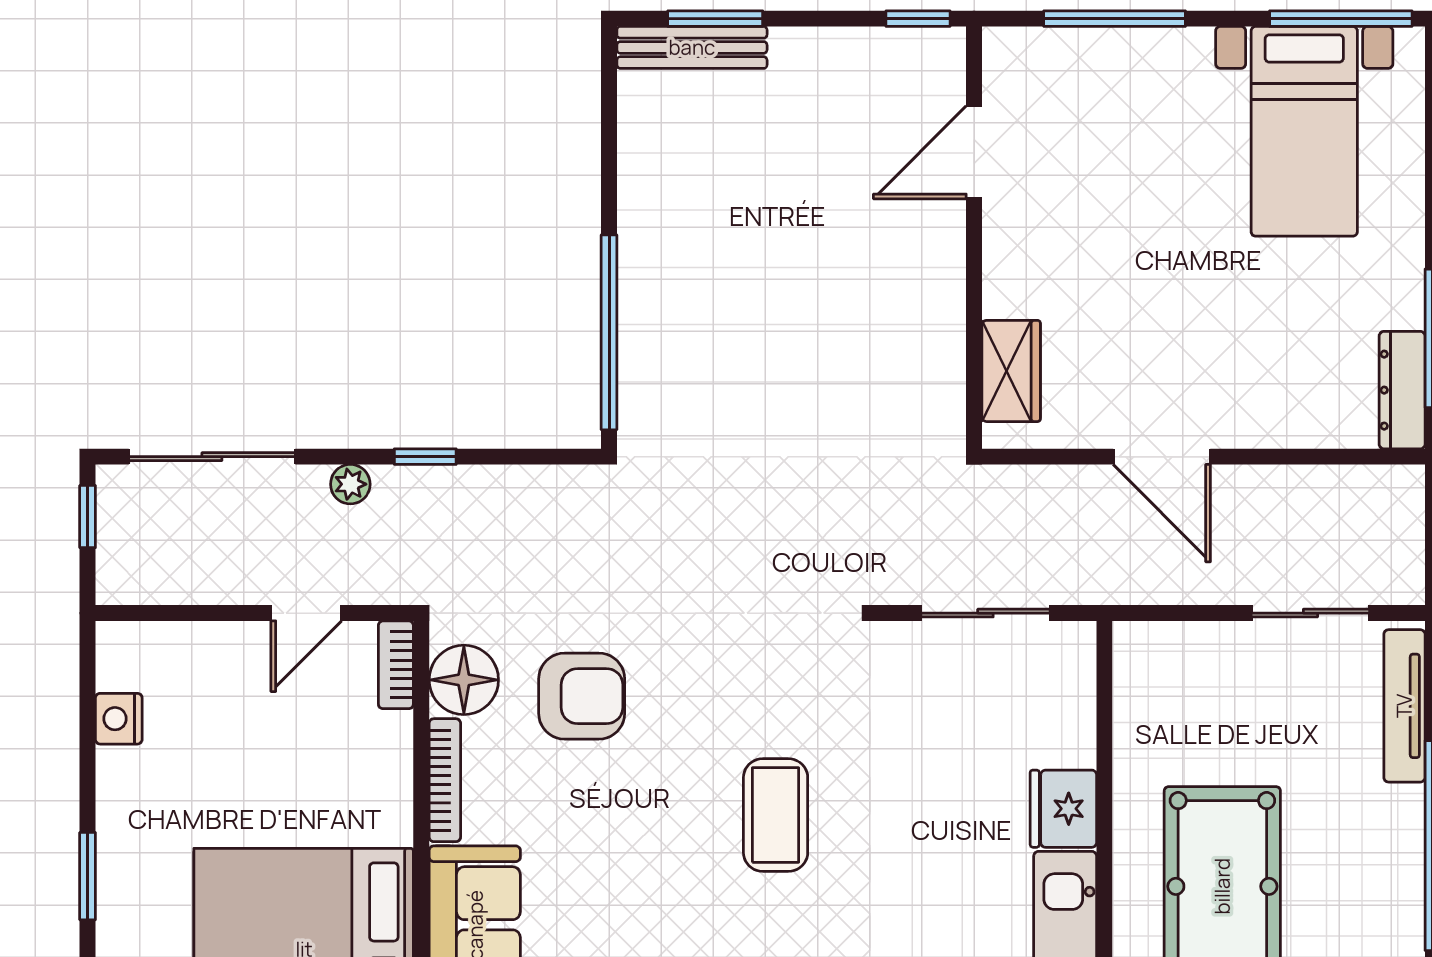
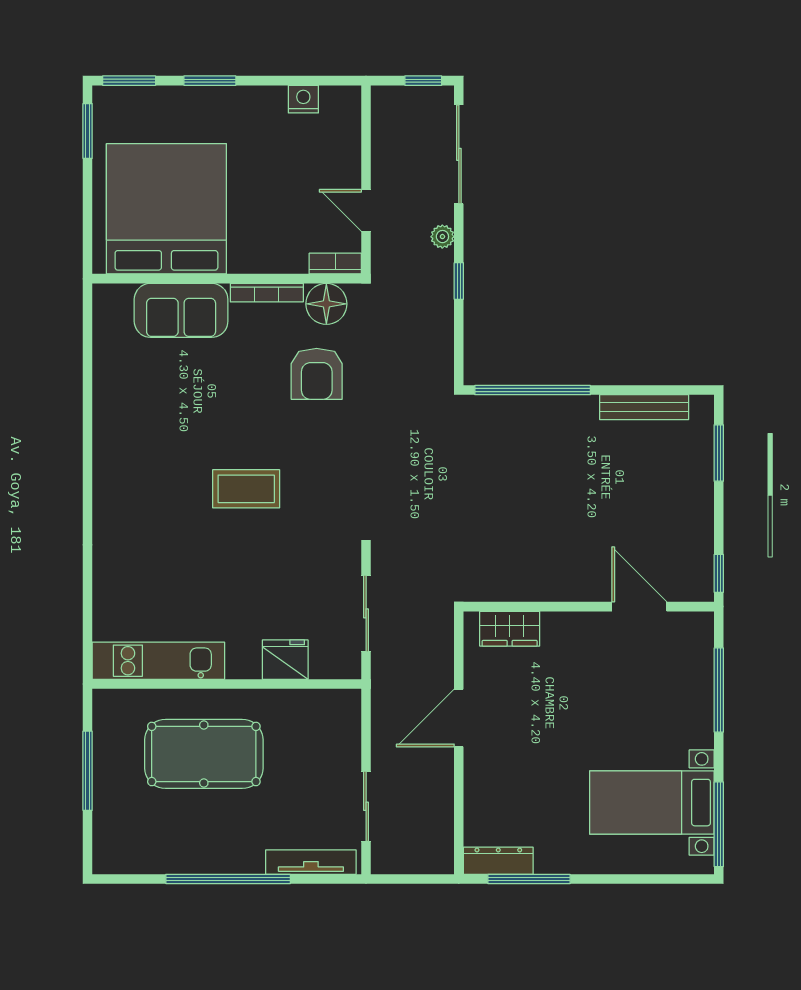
bench: (692, 47) -> (644, 407), moved, turned 90
fridge: (1063, 809) -> (285, 660), moved

